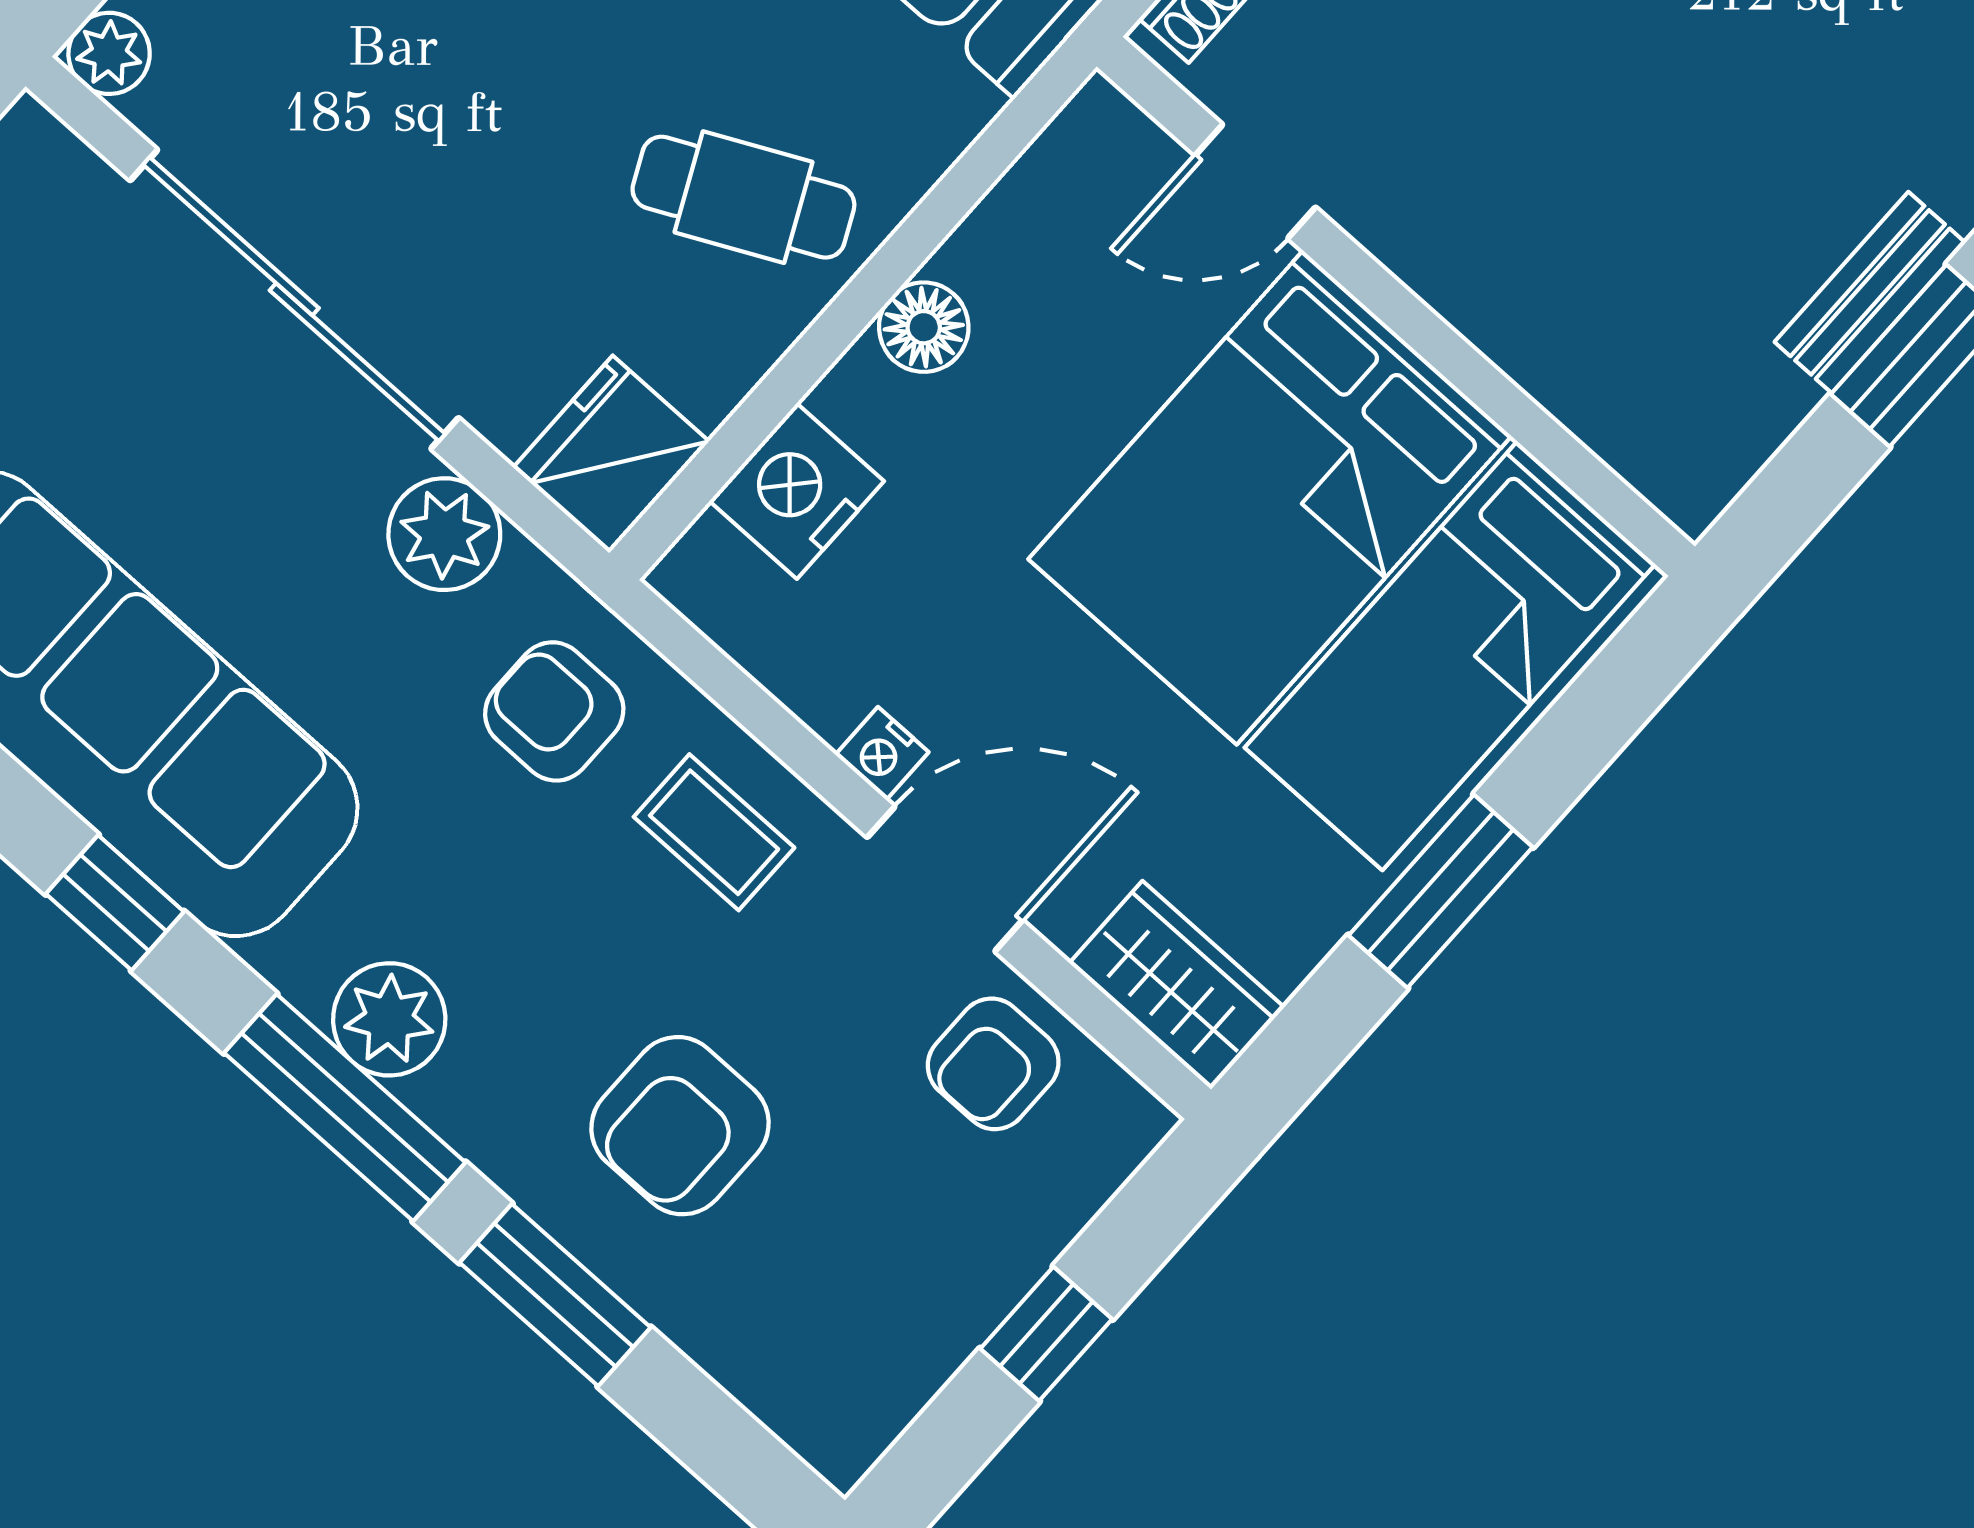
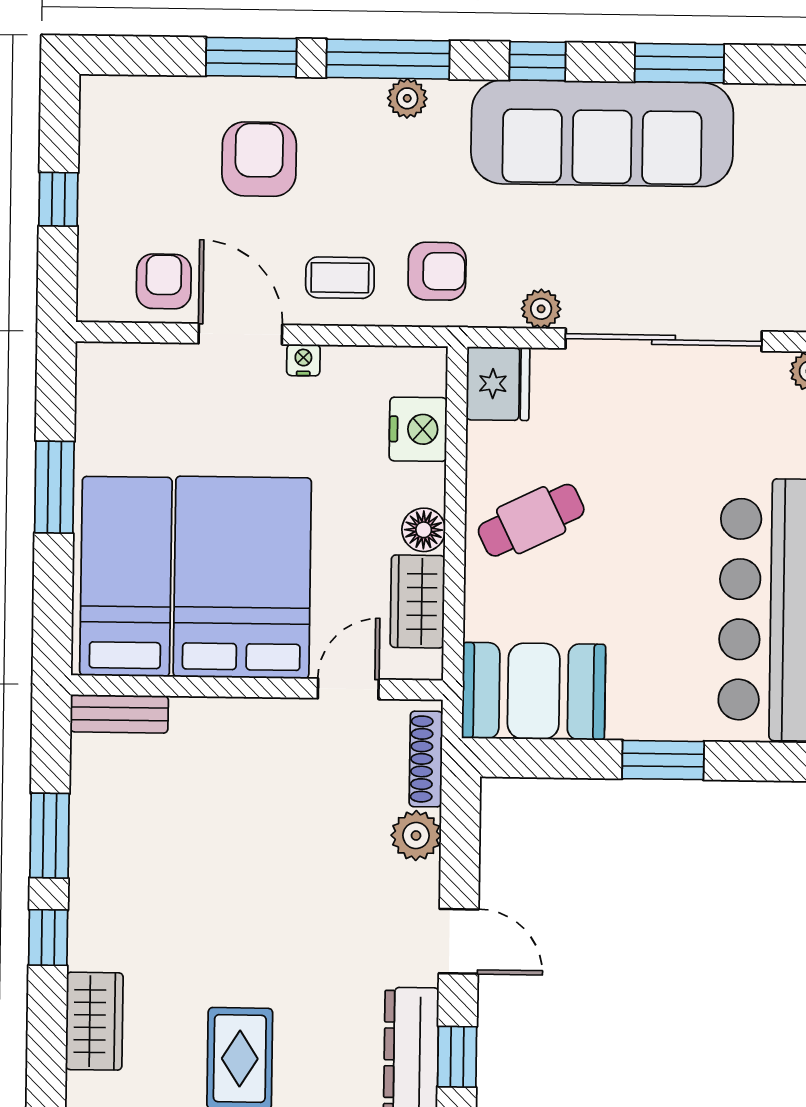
bench: (1870, 292) -> (119, 714), moved, turned 90
plant: (444, 534) -> (541, 309), width x0.73, depth x0.73
door: (945, 879) -> (240, 334), swing flipped
wardrobe: (1177, 985) -> (418, 601), moved, turned 90
plant: (389, 1019) -> (407, 98), width x0.73, depth x0.73

